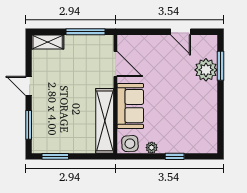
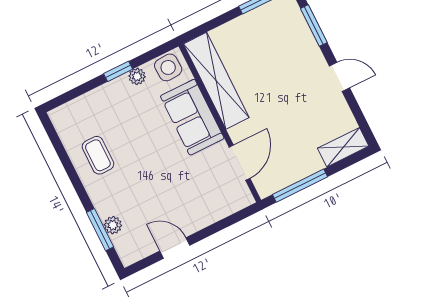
door: (115, 64) -> (240, 163), swing flipped
plant: (206, 70) -> (113, 225), width x0.53, depth x0.53
coffee table: (199, 111) -> (98, 155), added
window: (175, 156) -> (118, 71), moved

